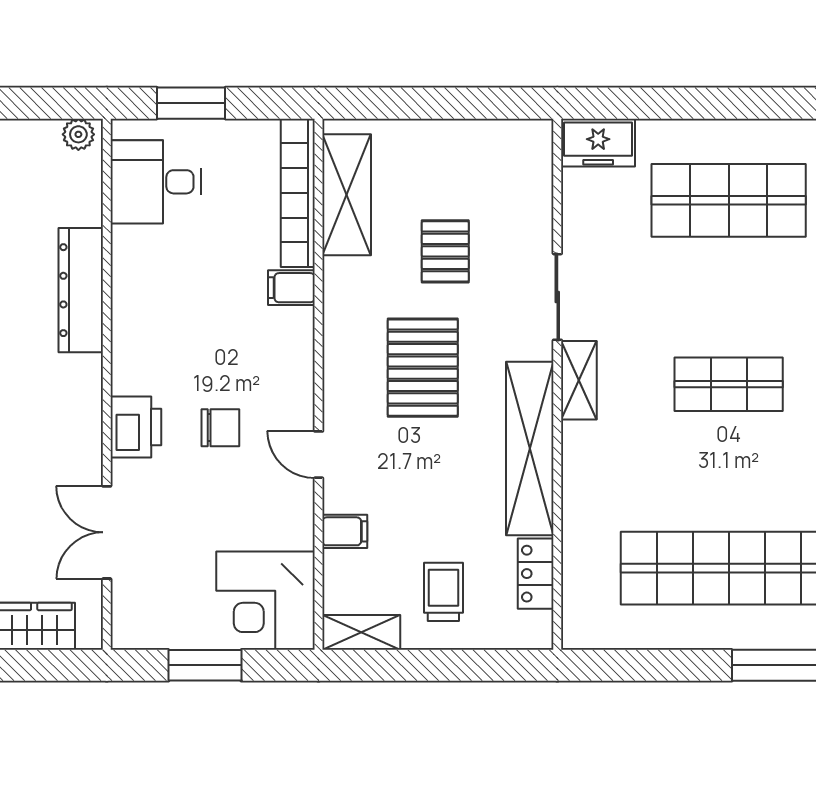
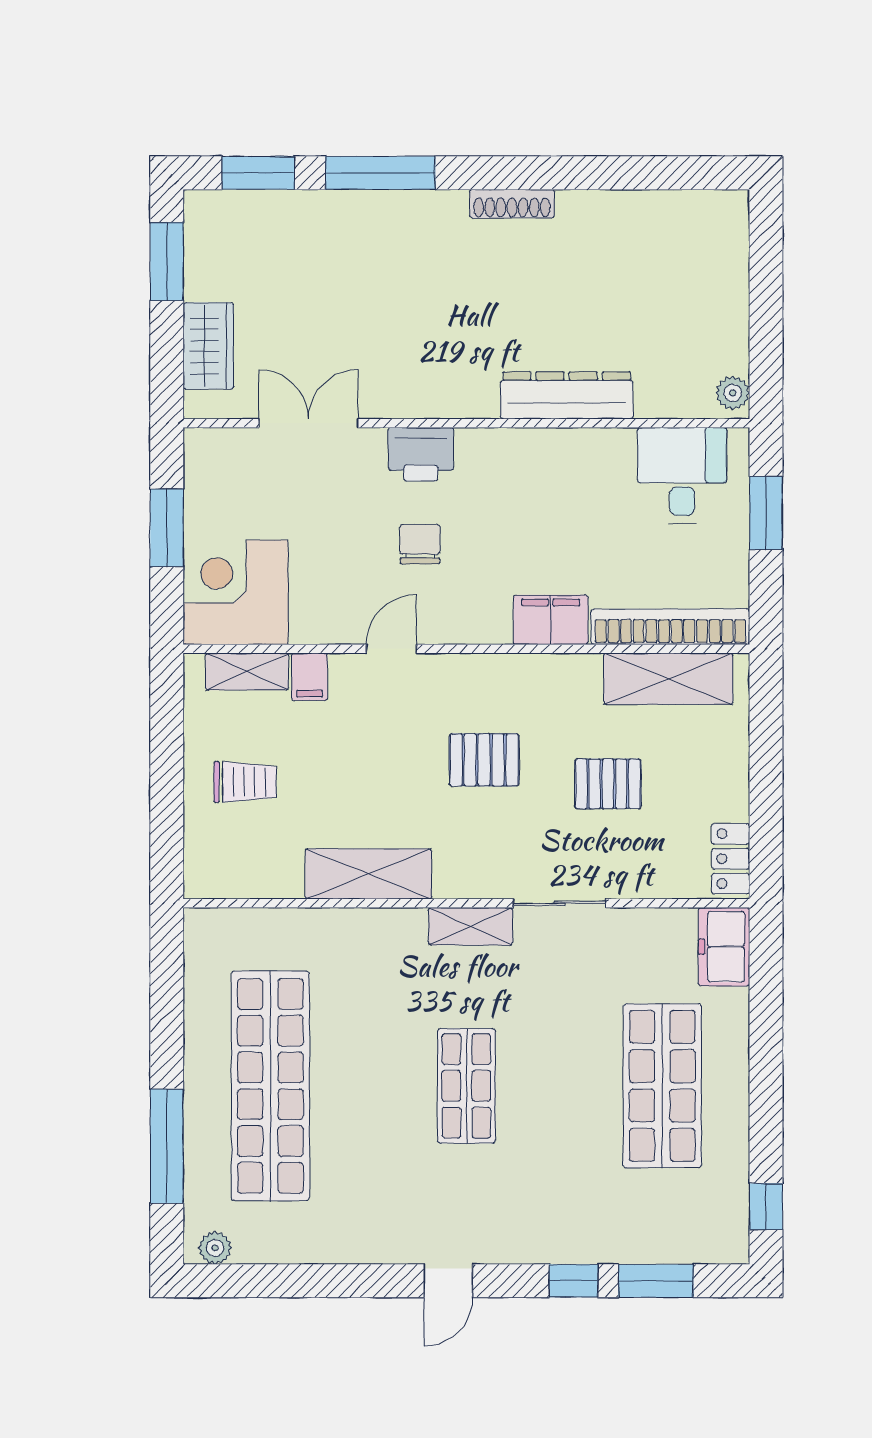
filing cabinet: (291, 288) -> (551, 620), width x2.00
pallet: (423, 368) -> (484, 760), width x0.67, depth x0.71
chair: (220, 428) -> (420, 544), turned 180
shelving: (530, 448) -> (368, 874), width x0.68
locker: (536, 574) -> (731, 859), moved, turned -90
shelving: (361, 632) -> (247, 672), moved, turned 90

